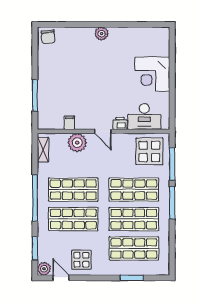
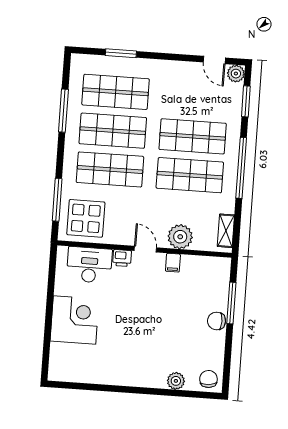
plant: (102, 34) -> (176, 381), moved
chair: (45, 81) -> (217, 321), added
filing cabinet: (69, 123) -> (173, 263), moved
window: (172, 203) -> (63, 111), moved
display table: (81, 260) -> (186, 82), removed

